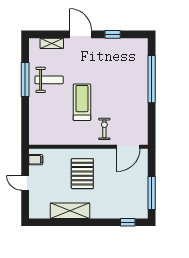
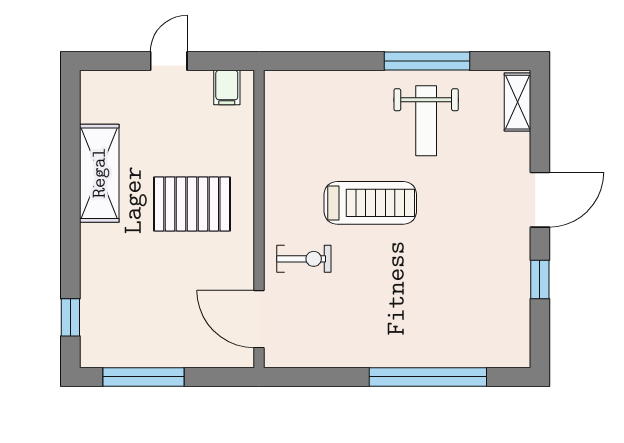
shelving: (52, 43) -> (518, 102), moved

